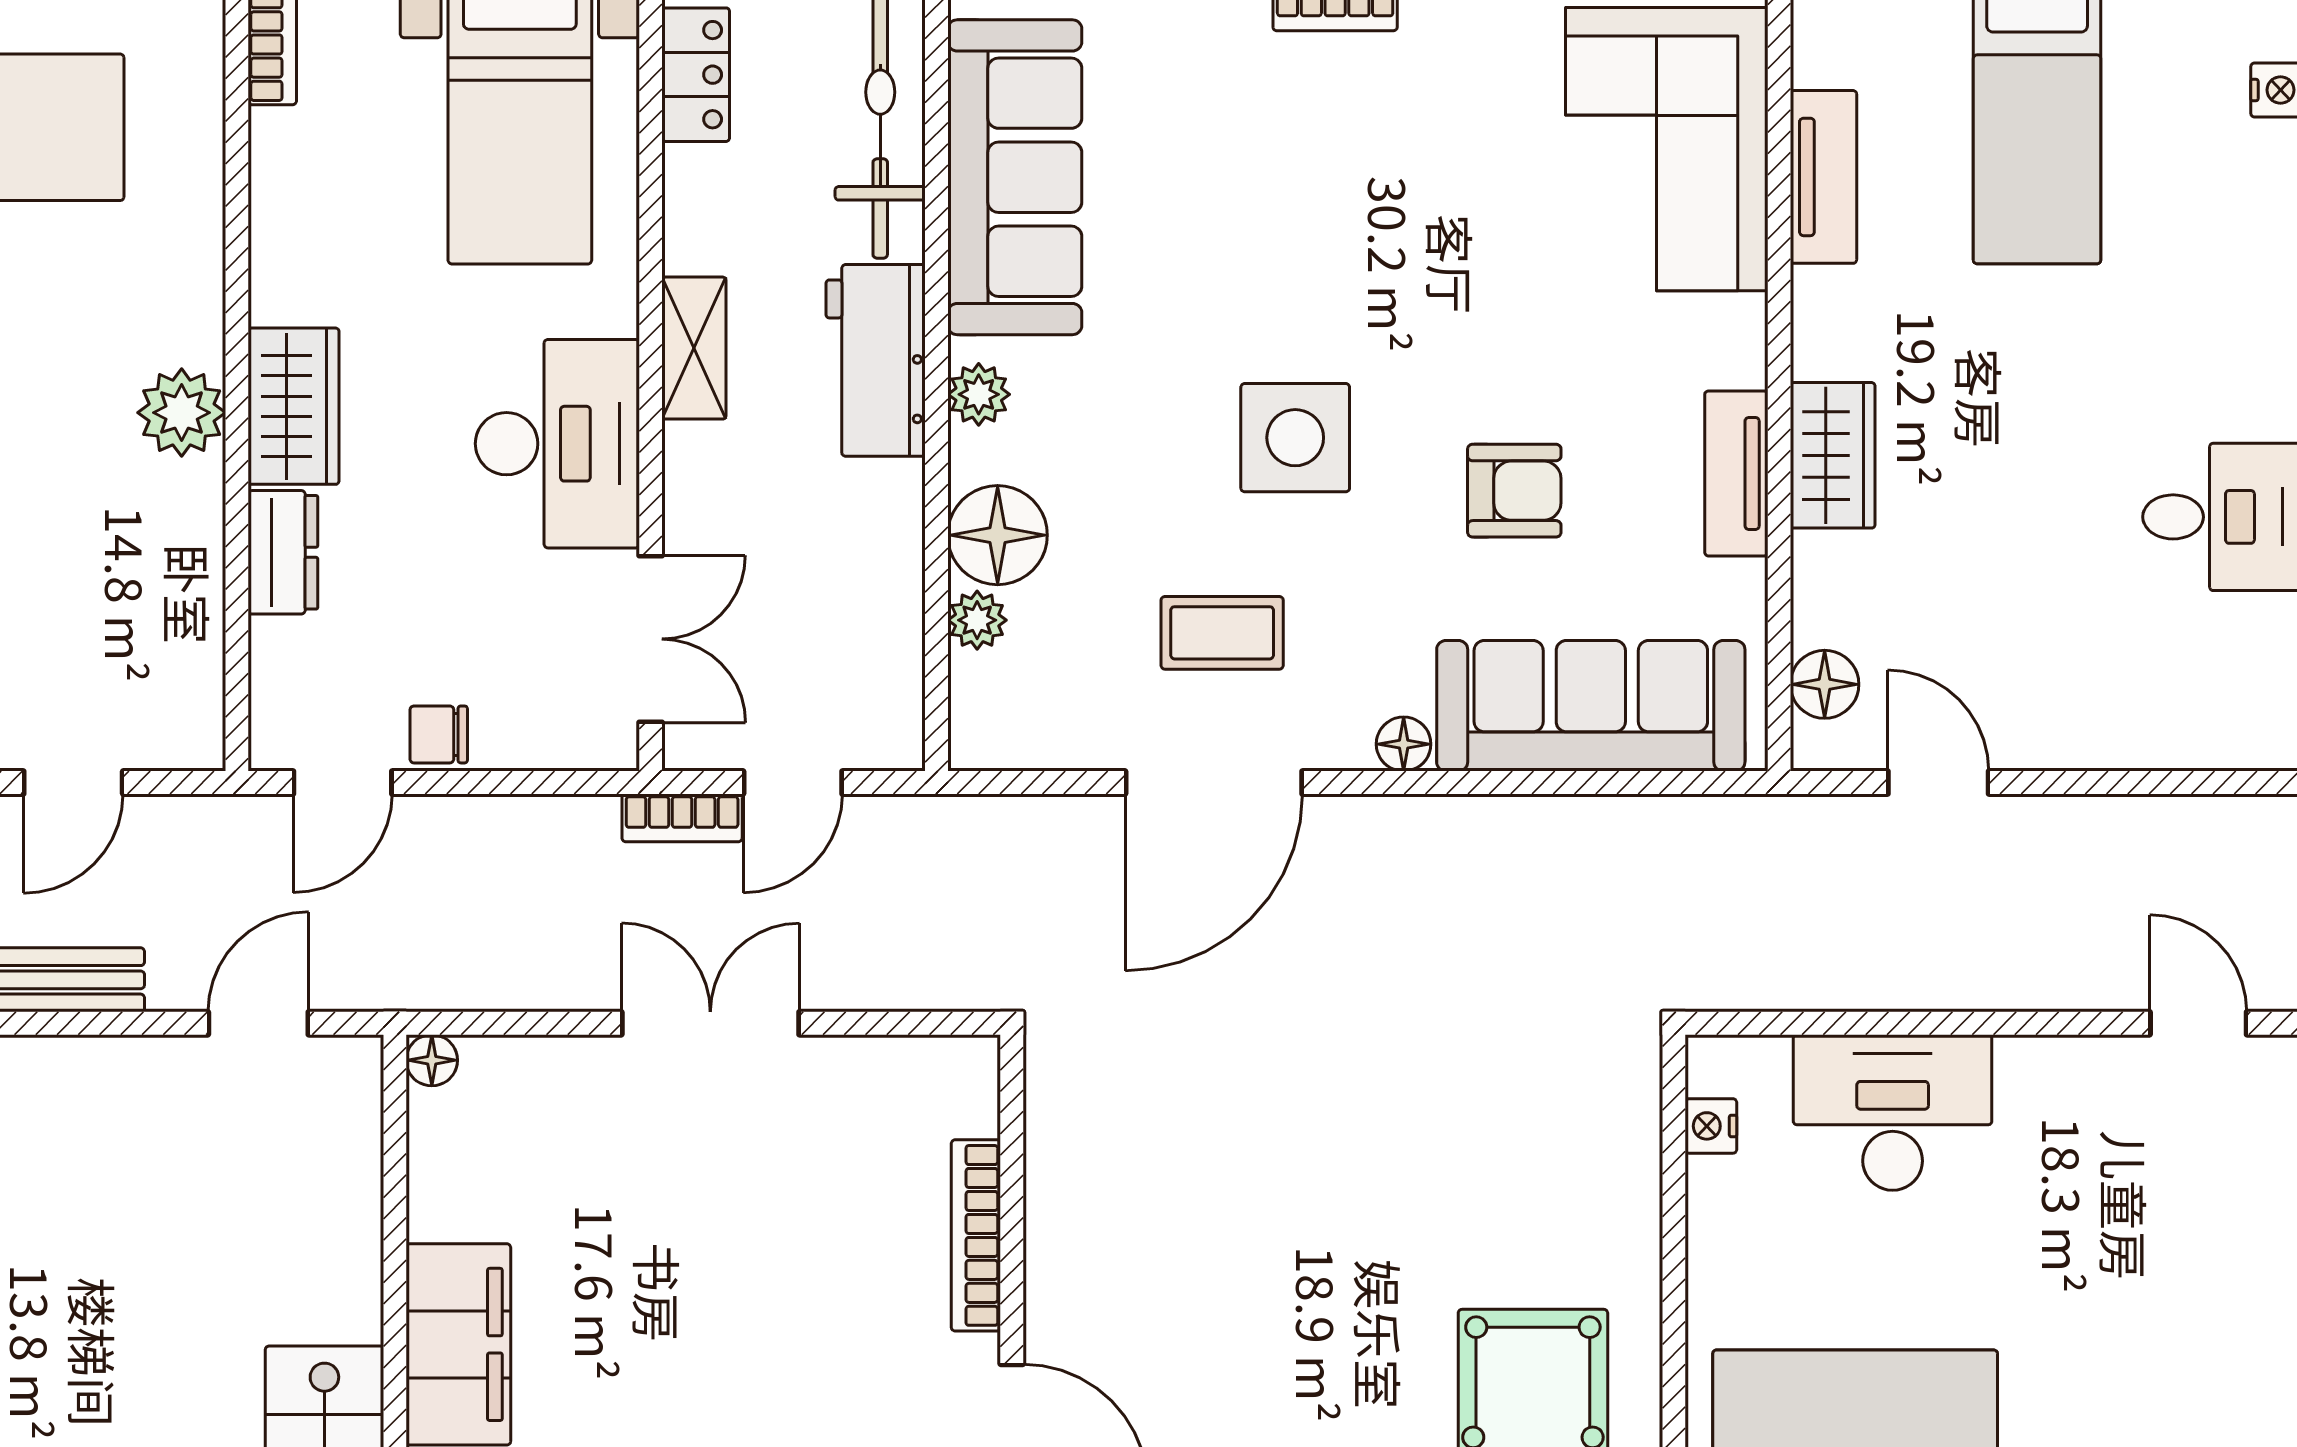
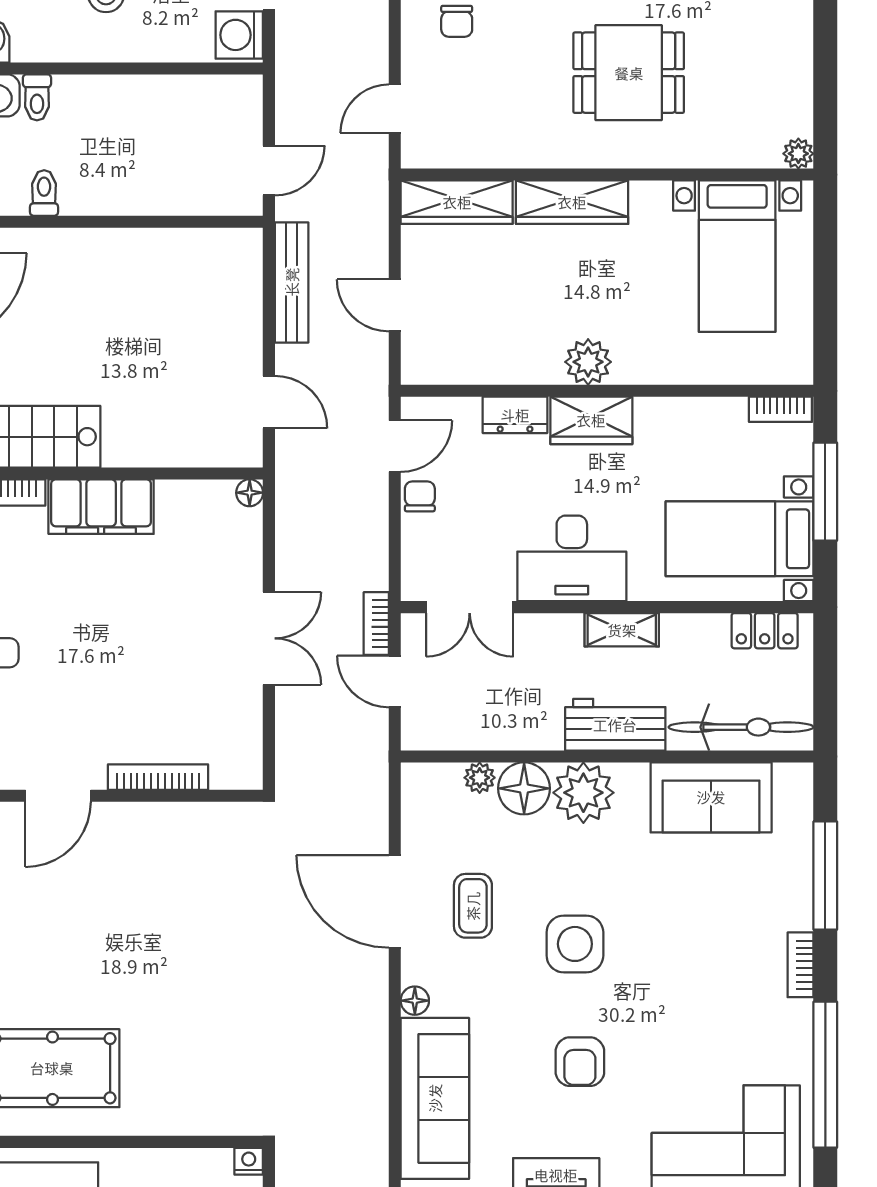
sofa: (1015, 177) -> (711, 797), width x0.73
plant: (979, 394) -> (583, 793), width x1.87, depth x1.87
armchair: (1514, 491) -> (580, 1062), moved
door: (343, 783) -> (395, 446), swing flipped
nightstand: (1711, 1126) -> (249, 1161), moved

